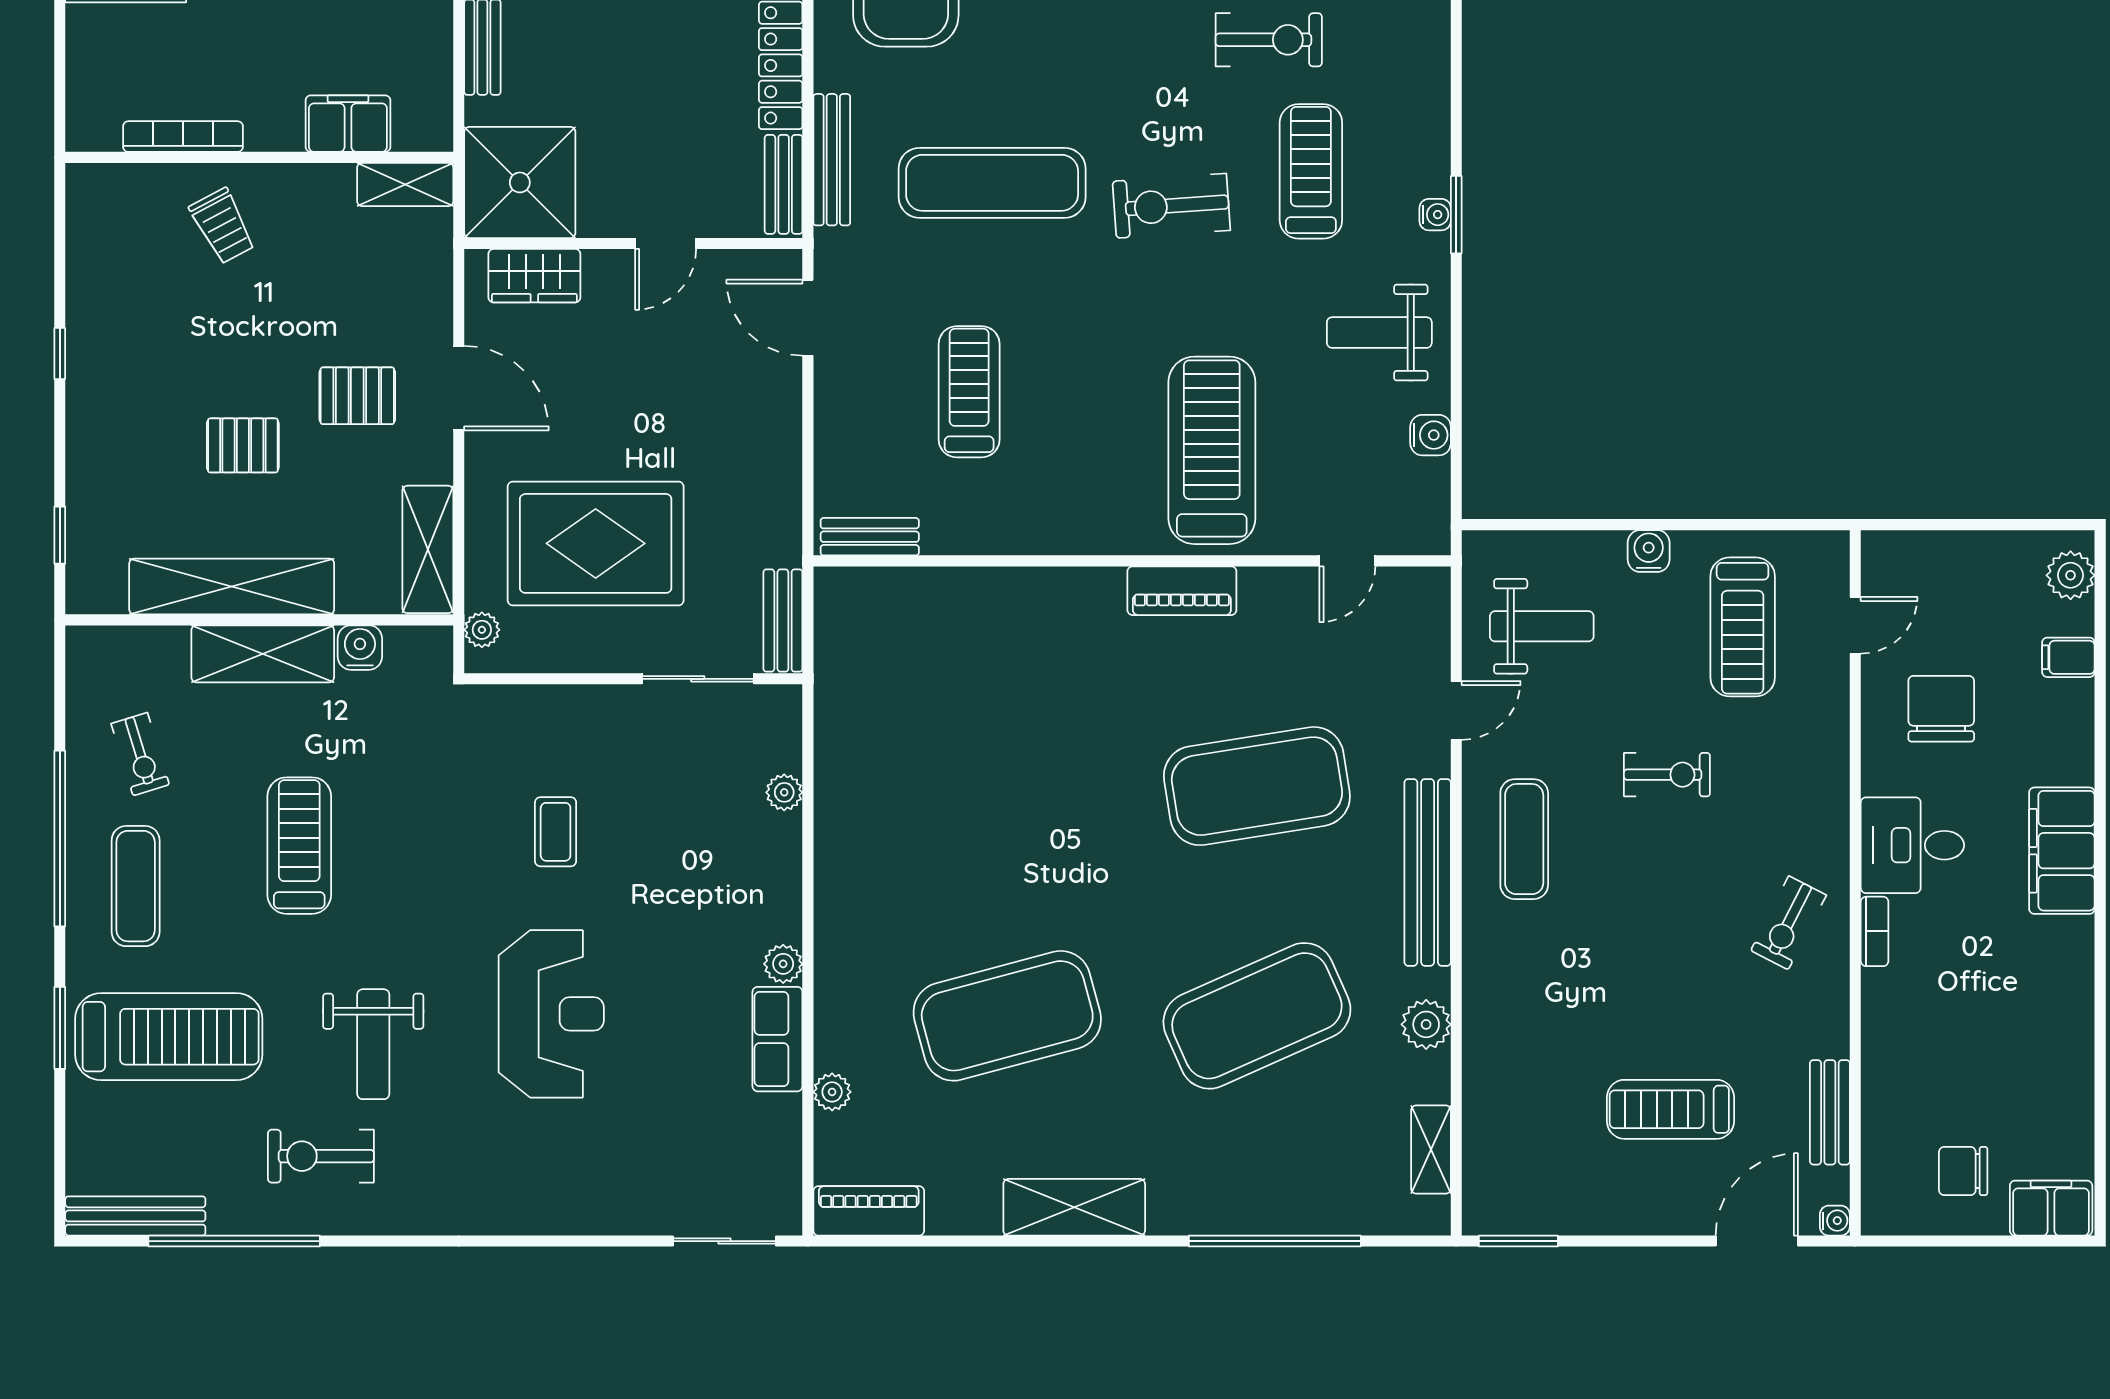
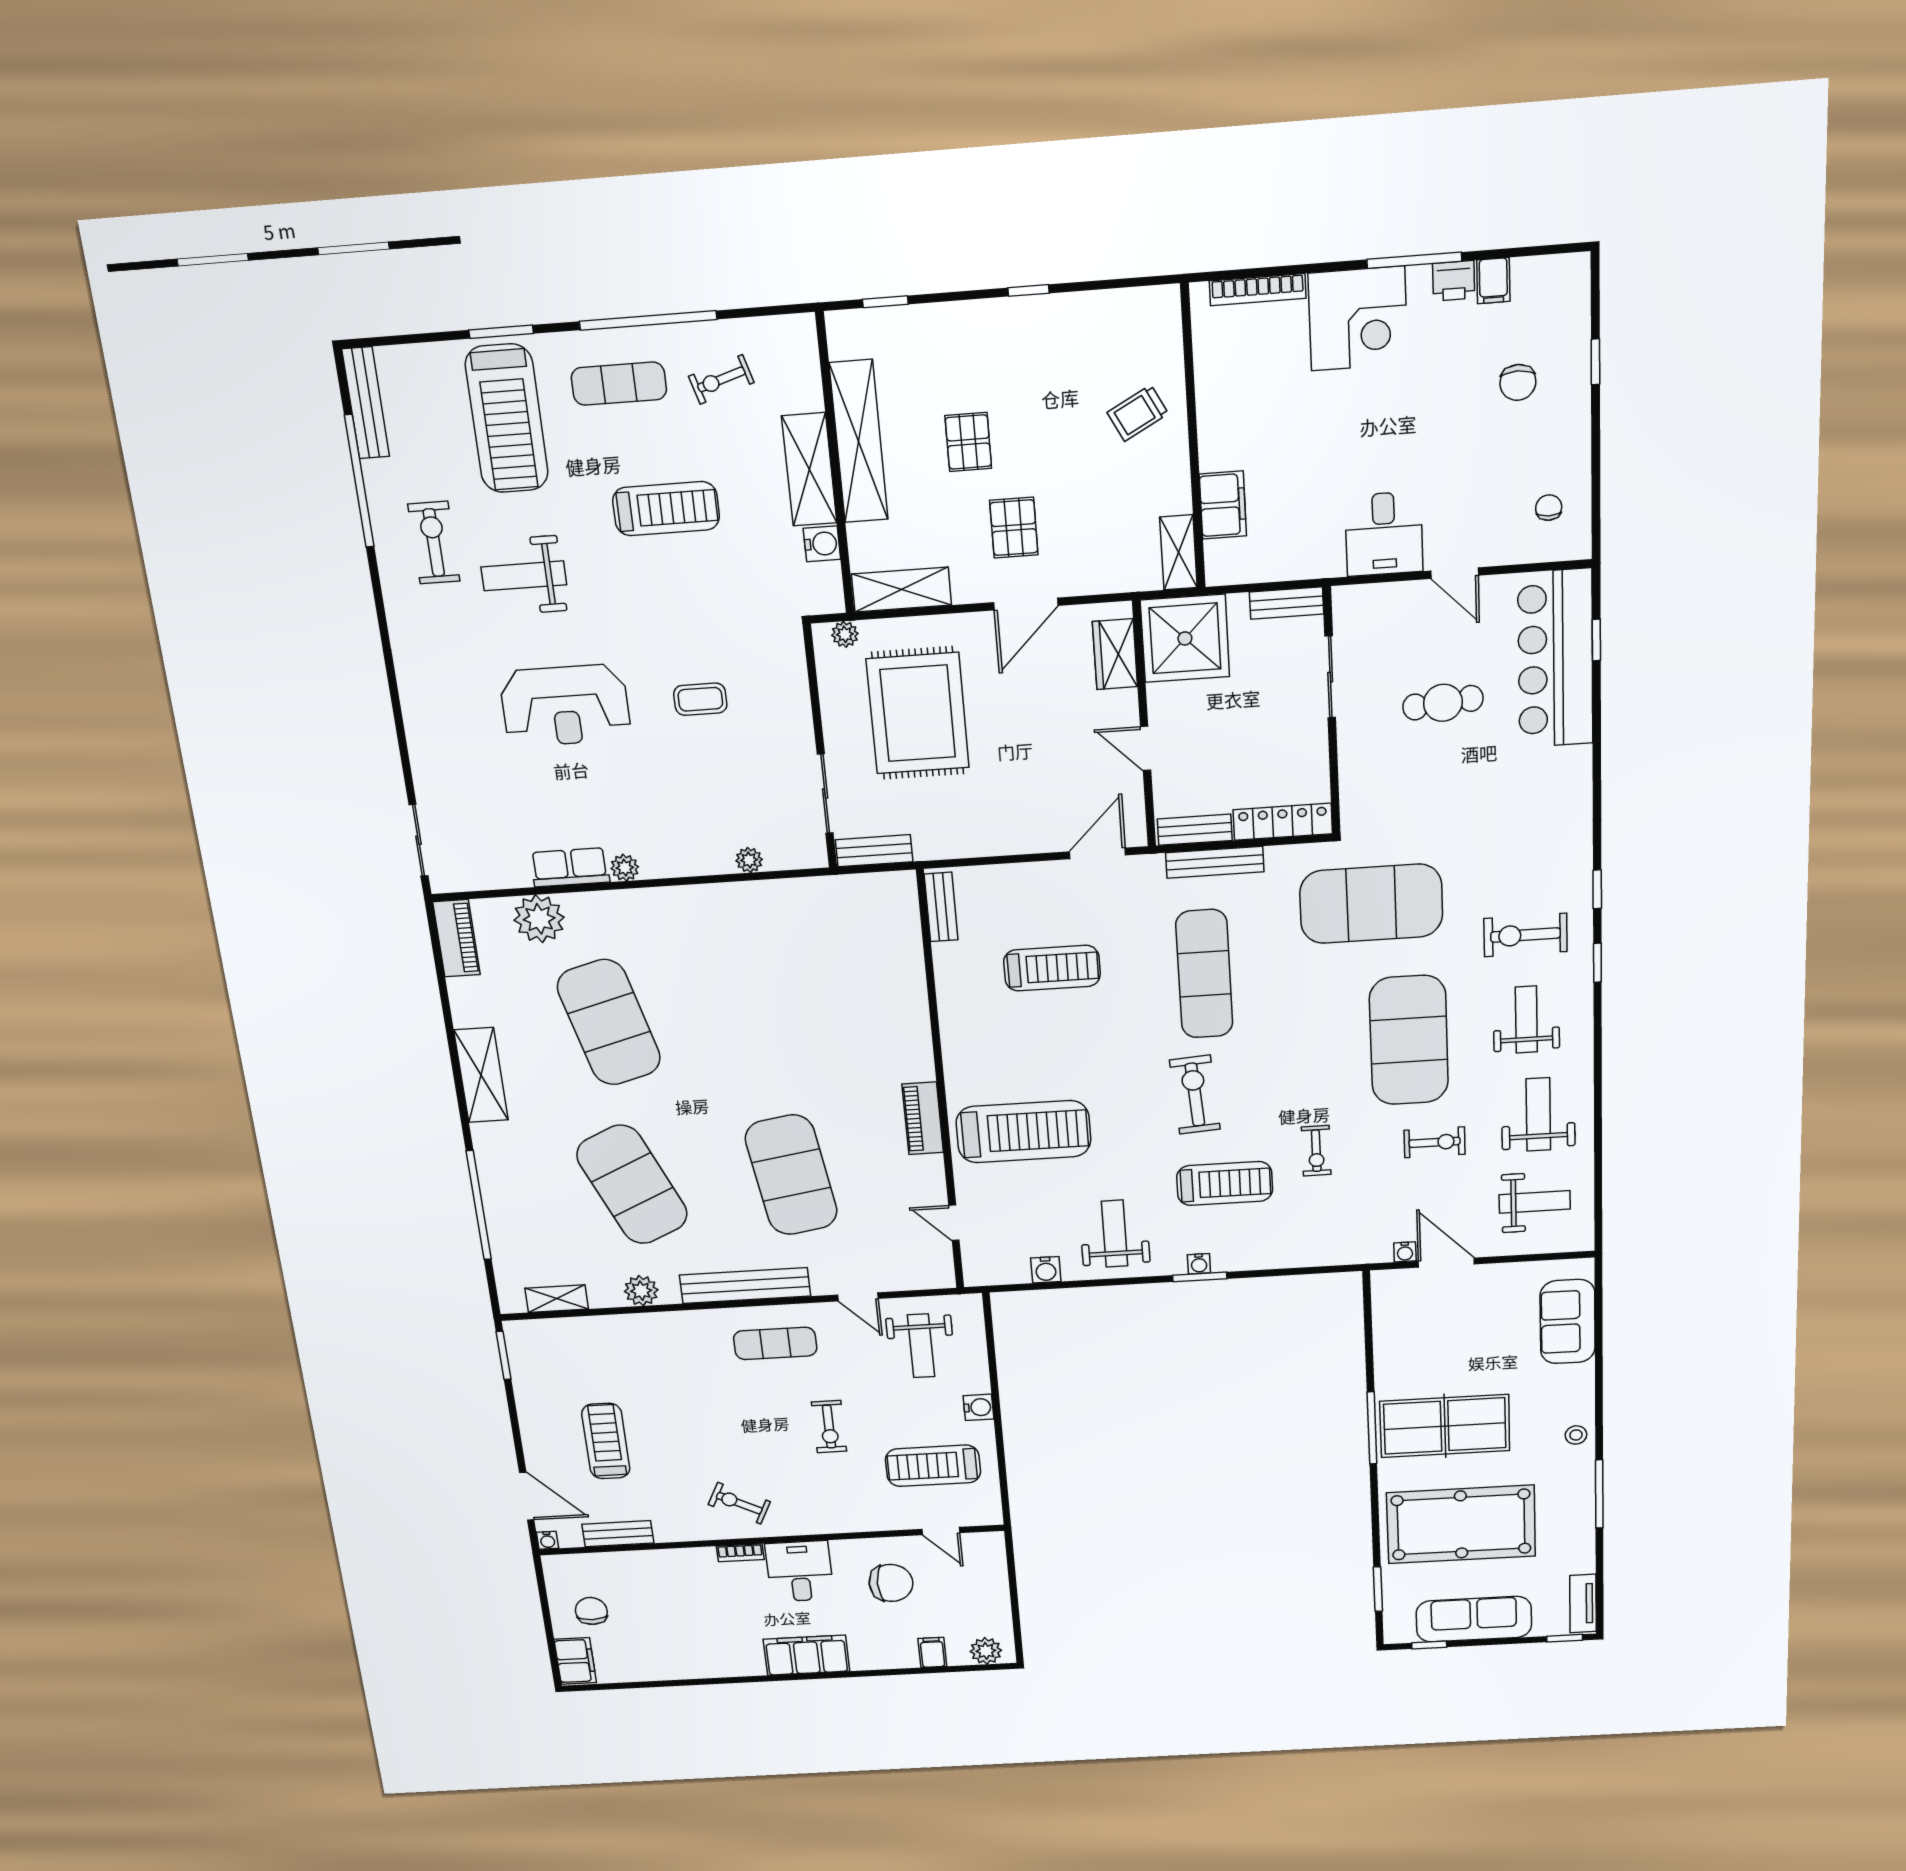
exercise bike: (1269, 40) -> (1316, 1151), width x0.73, depth x0.72
bookcase: (183, 137) -> (1258, 290), moved, turned 90
plant: (832, 1092) -> (539, 919), width x1.87, depth x1.87

